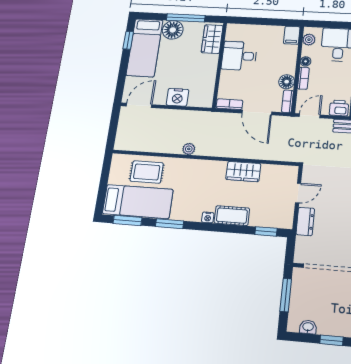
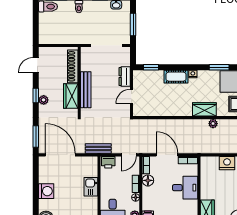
desk: (239, 56) -> (185, 188), moved
wardrobe: (243, 172) -> (204, 109), moved

